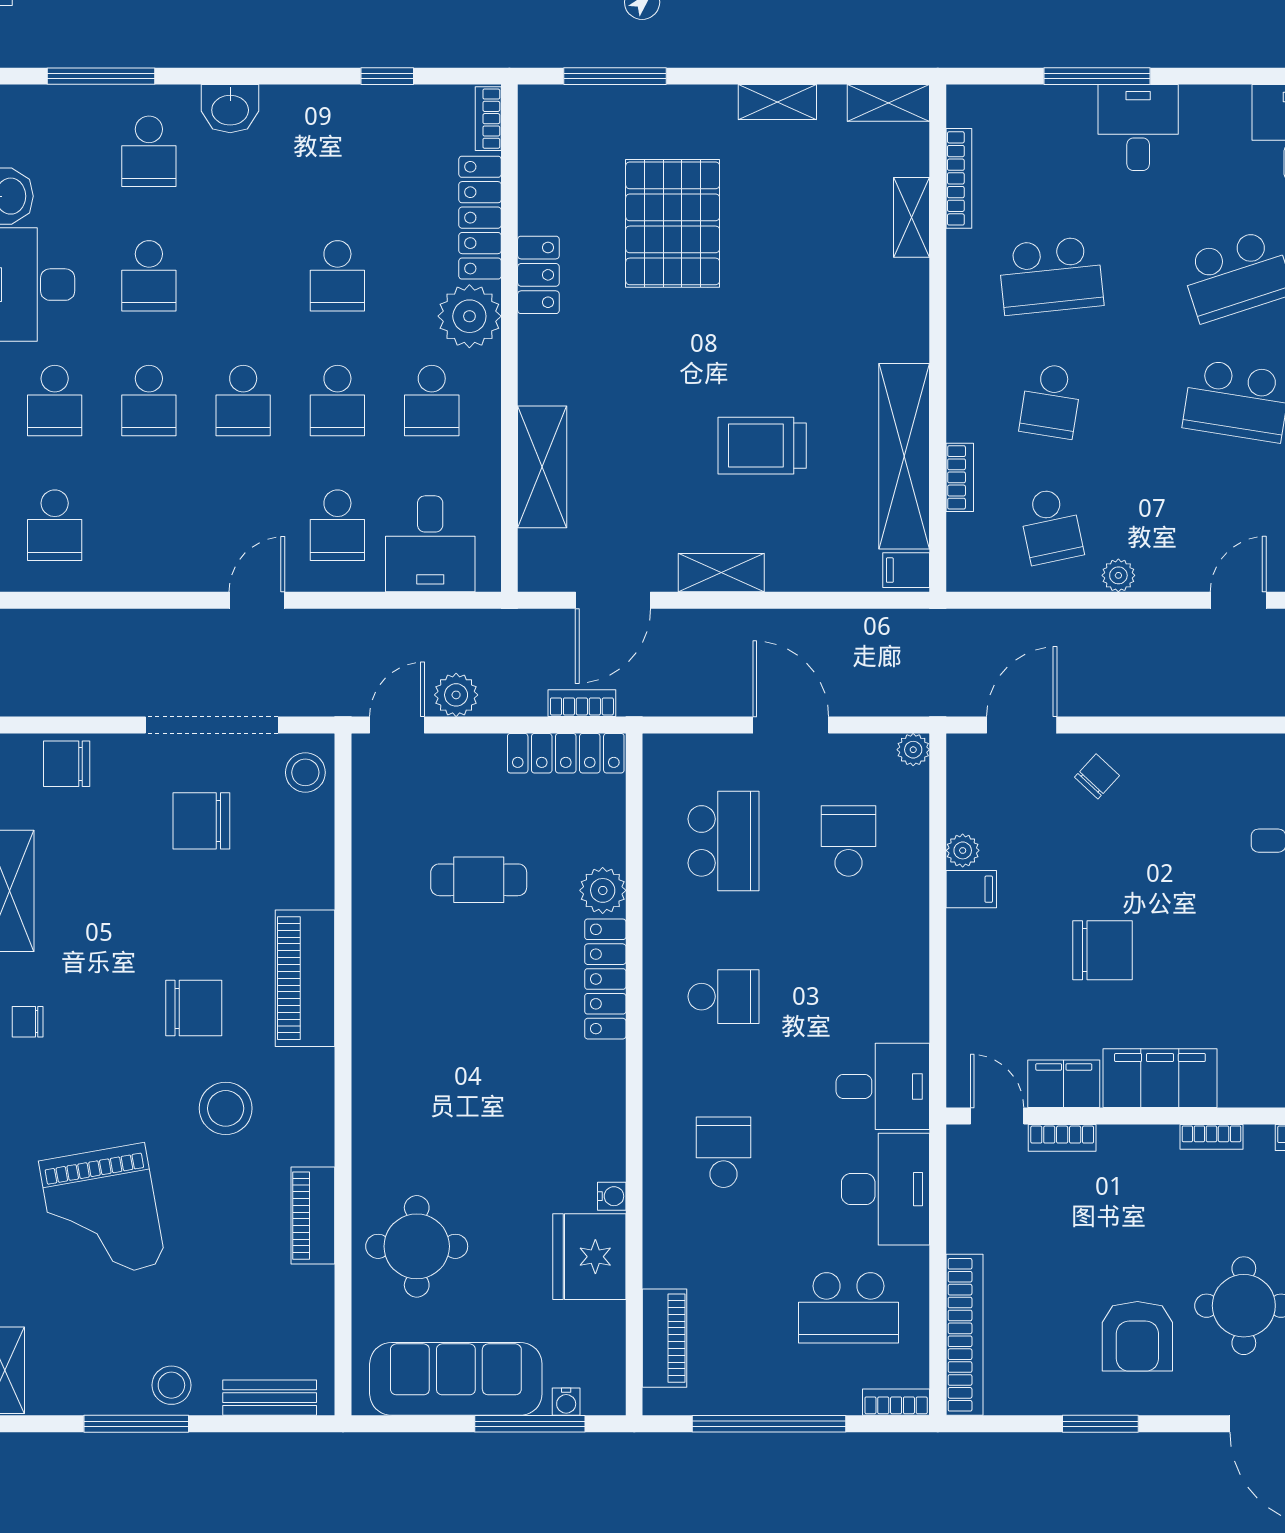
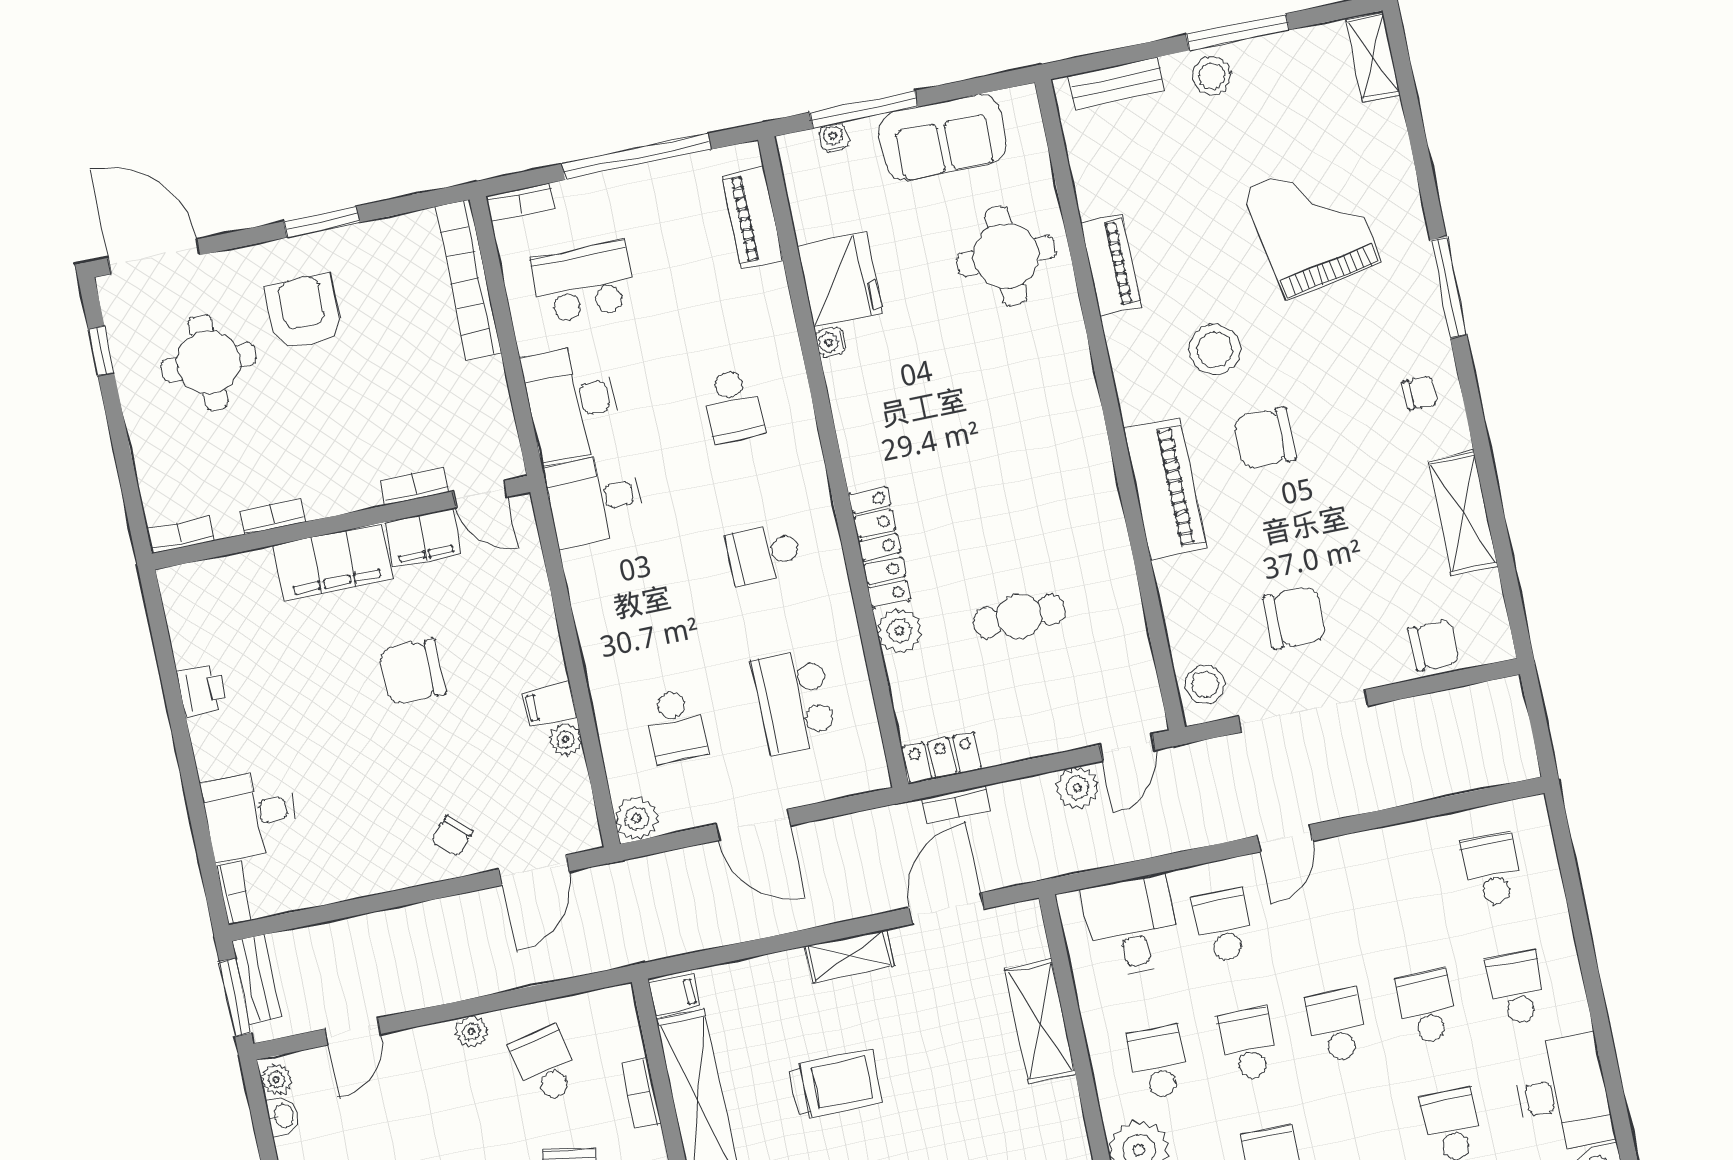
plant: (913, 750) -> (637, 819), width x1.38, depth x1.38
locker: (566, 753) -> (942, 758), width x0.66
sofa: (456, 1379) -> (943, 138), width x0.73

